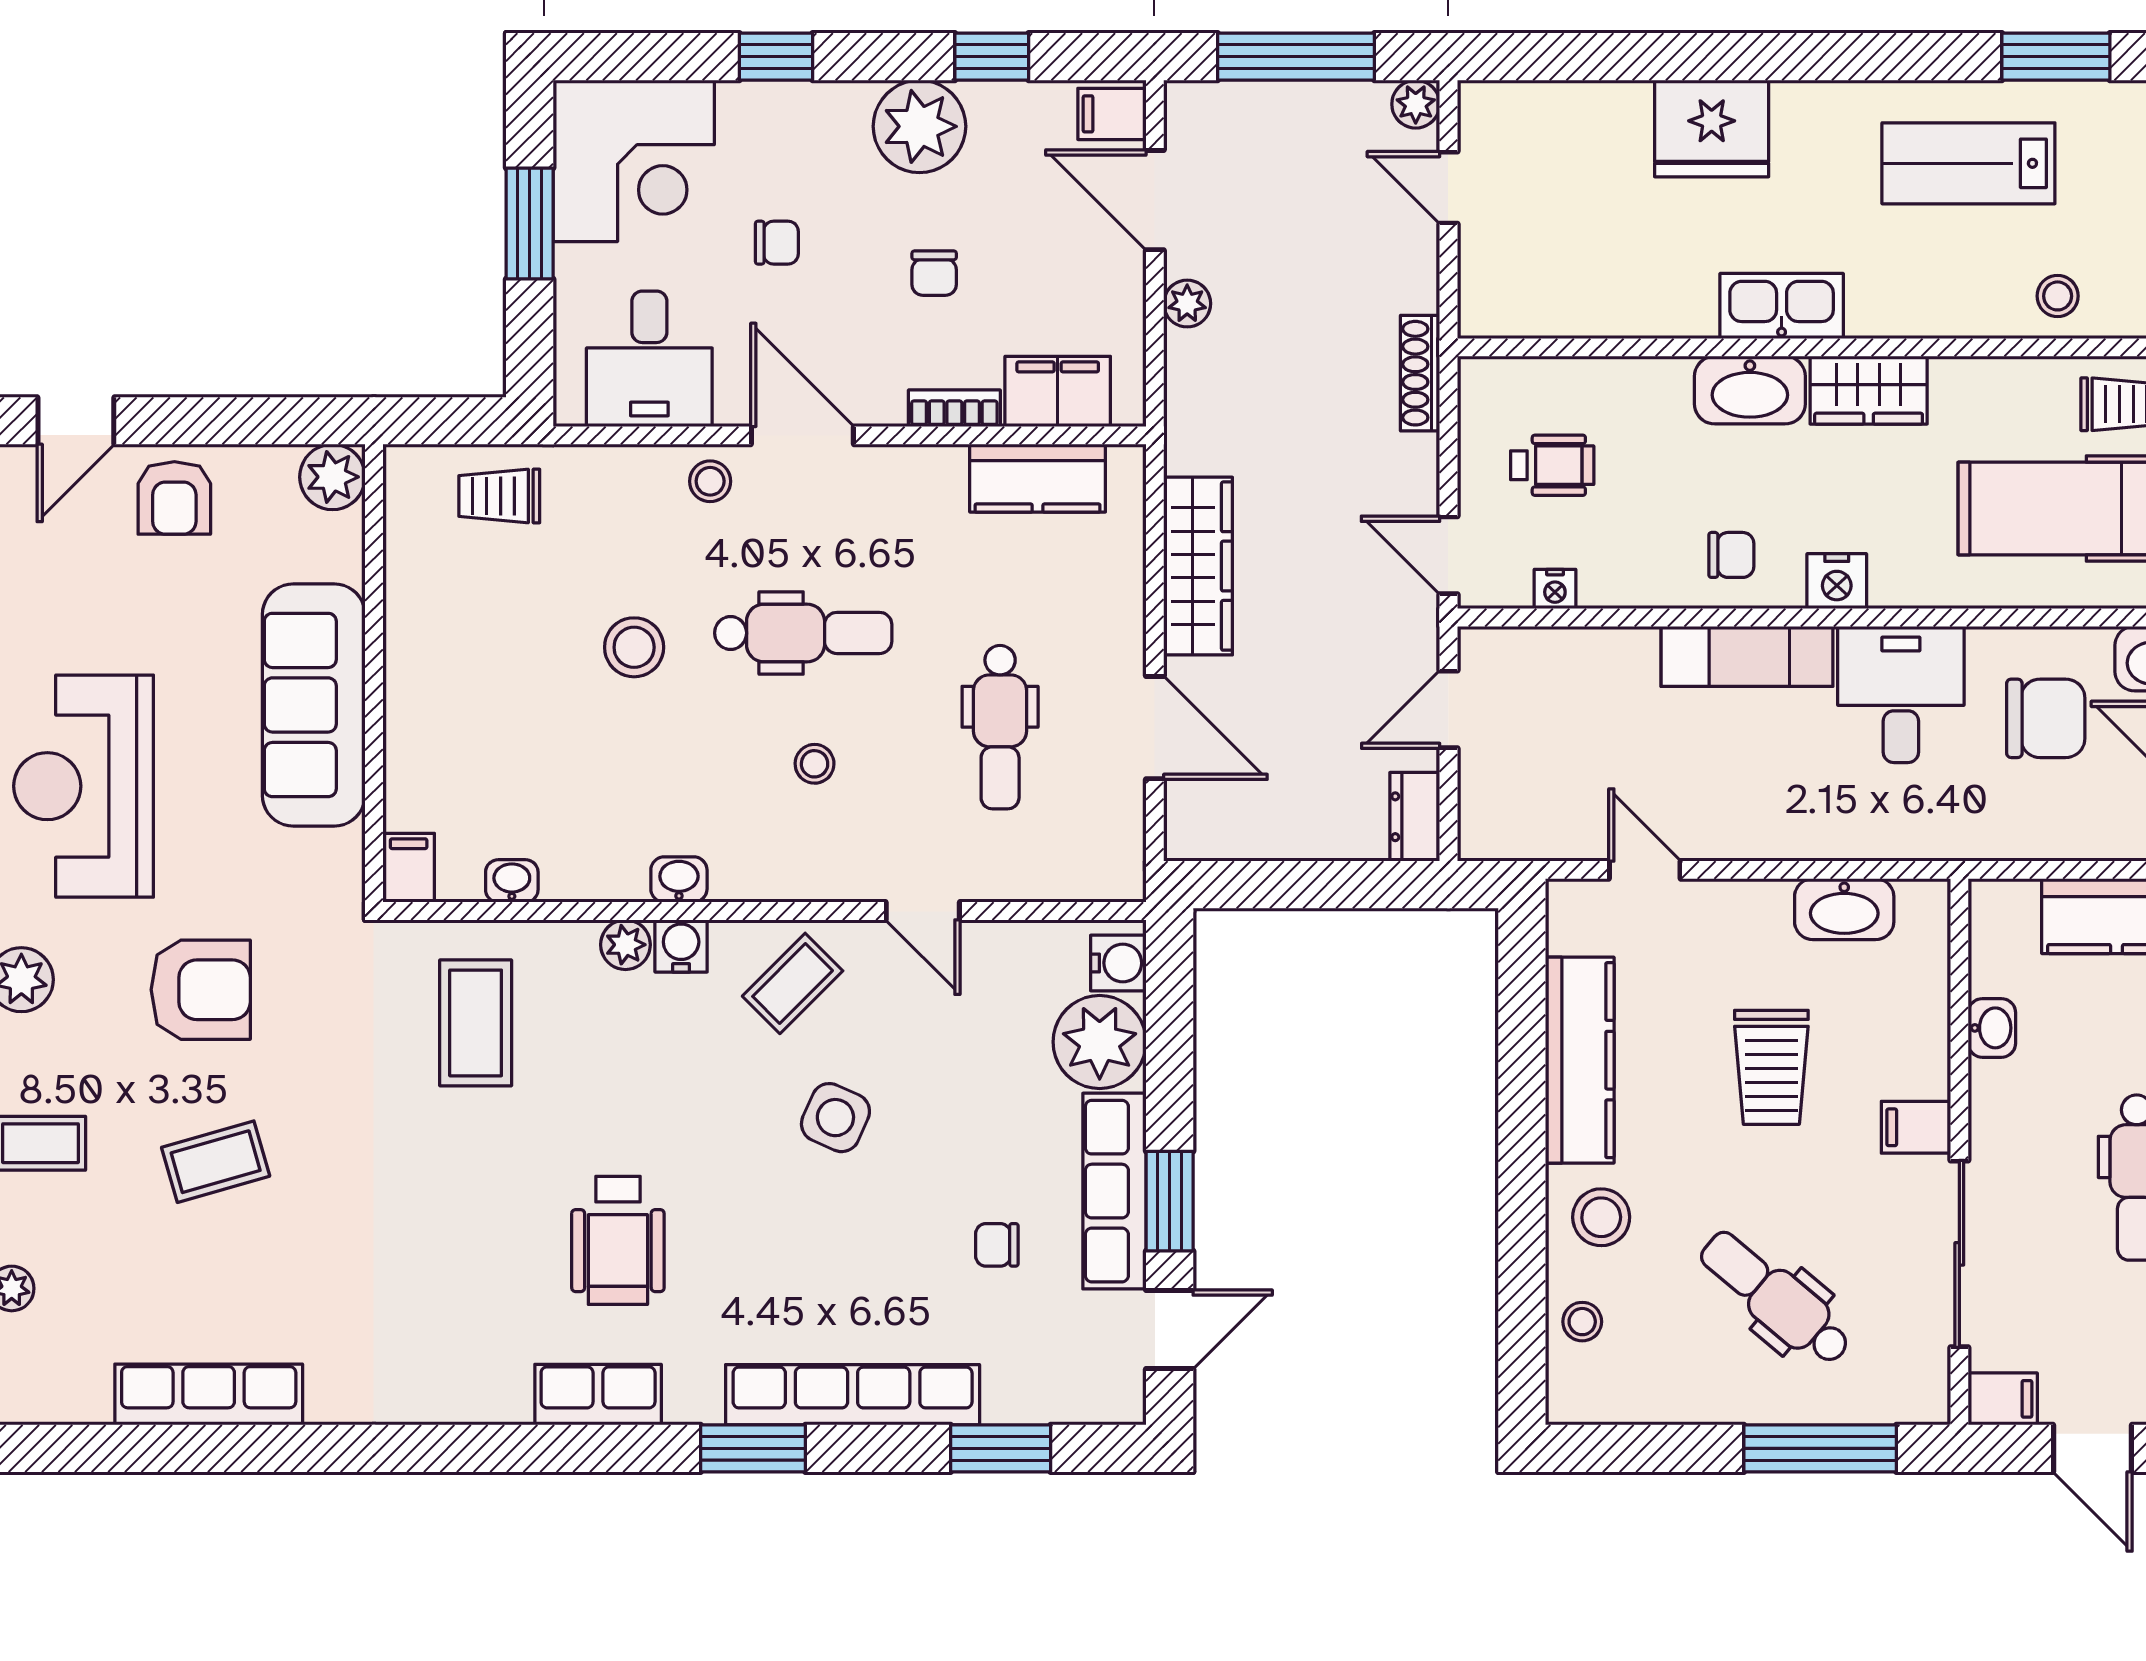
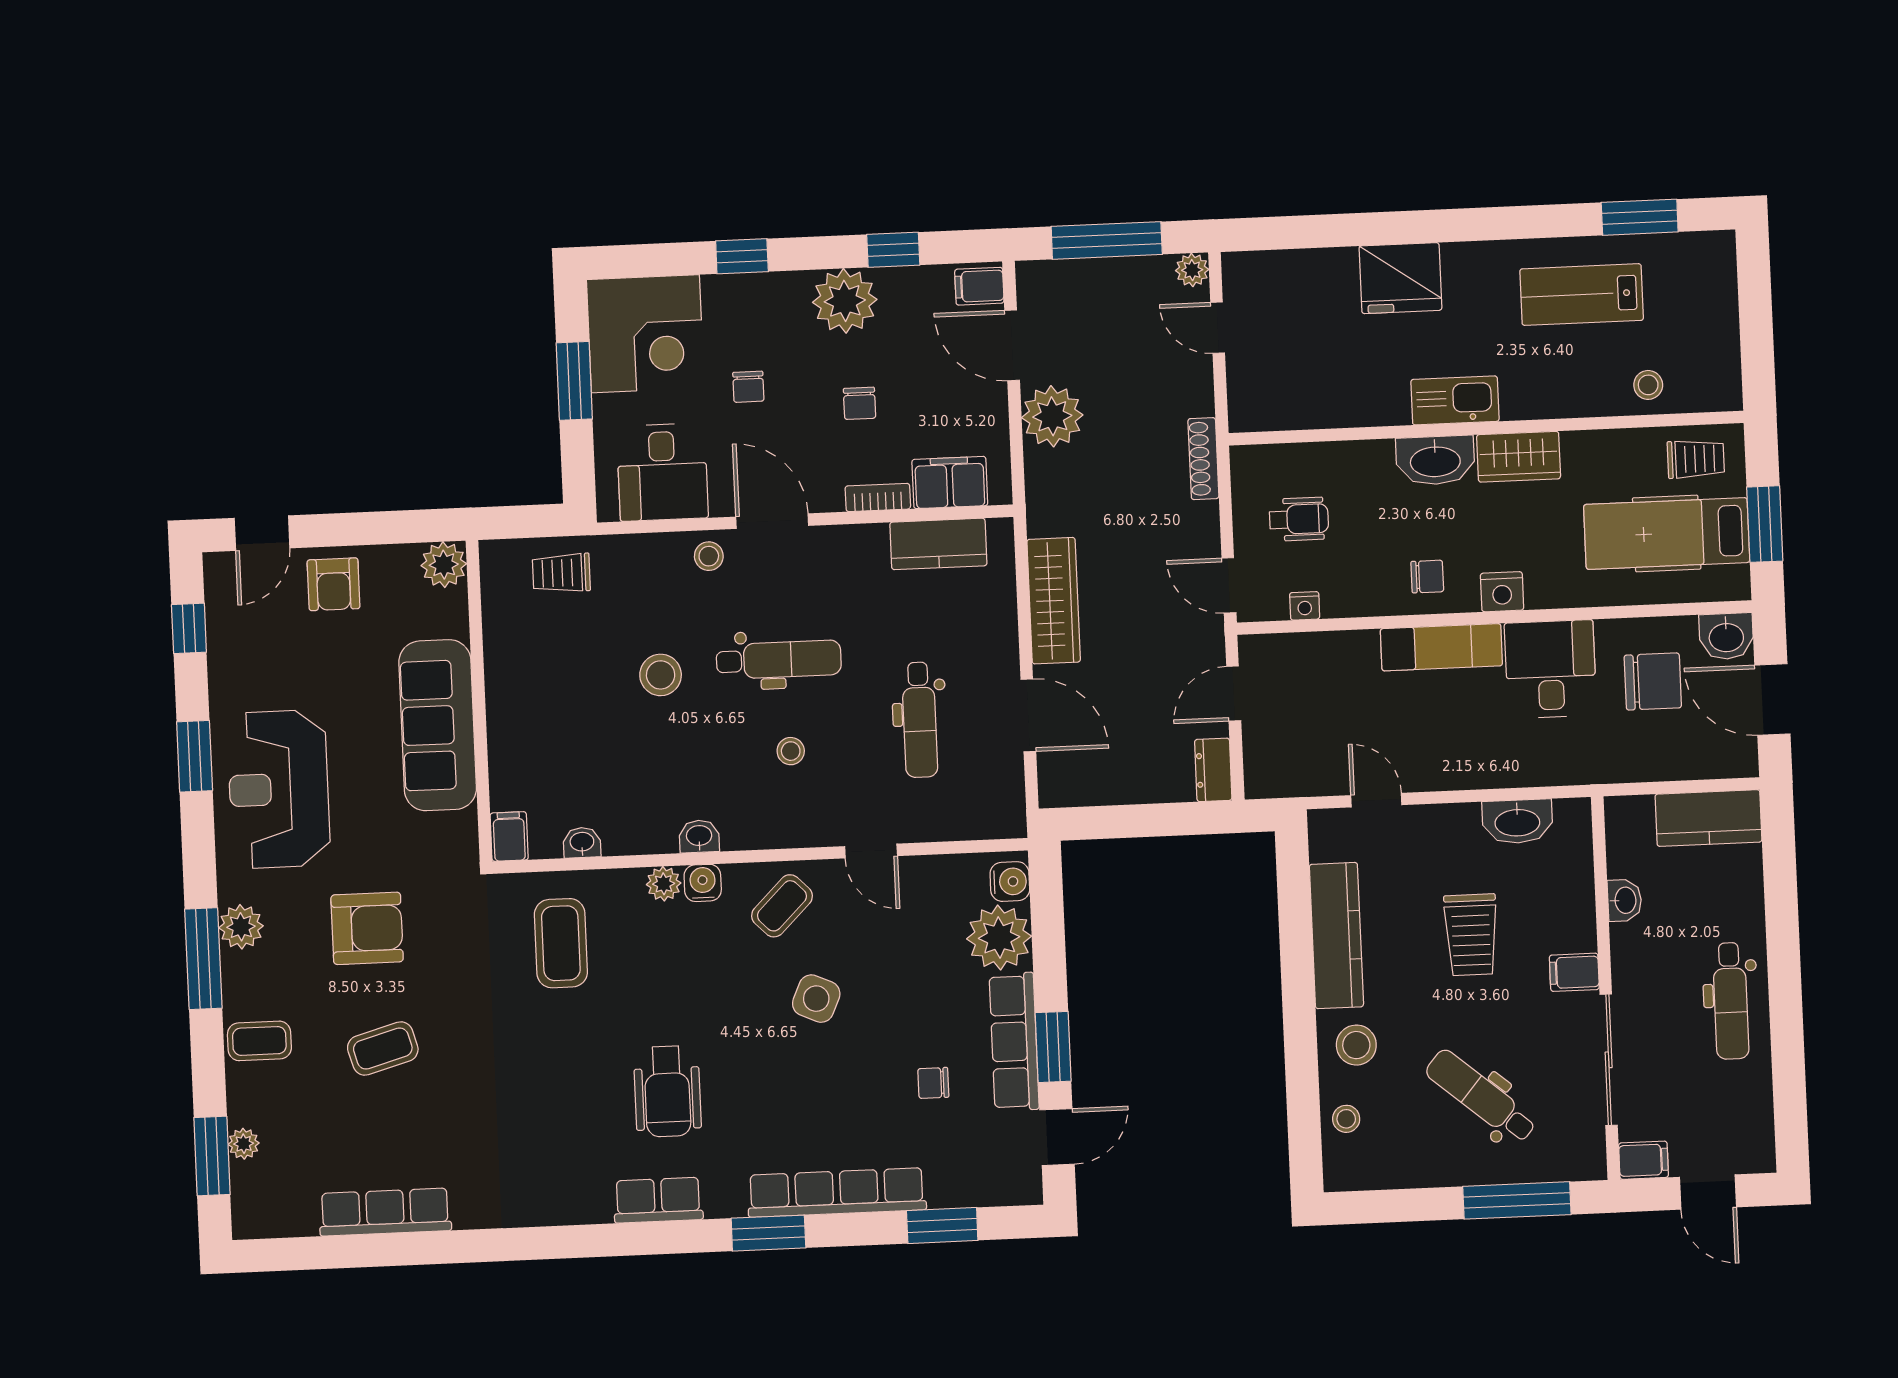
chair: (777, 243) -> (748, 387), turned 90
plant: (1187, 304) -> (1052, 416), width x1.87, depth x1.87

